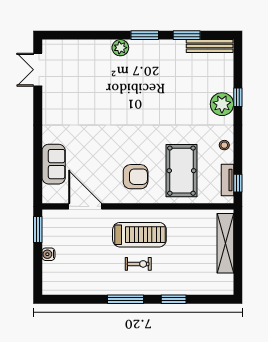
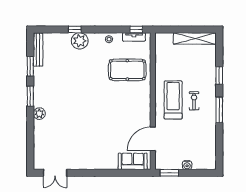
sofa: (54, 164) -> (133, 161), moved
armchair: (136, 177) -> (132, 103), removed
shelving: (225, 243) -> (195, 38), moved

